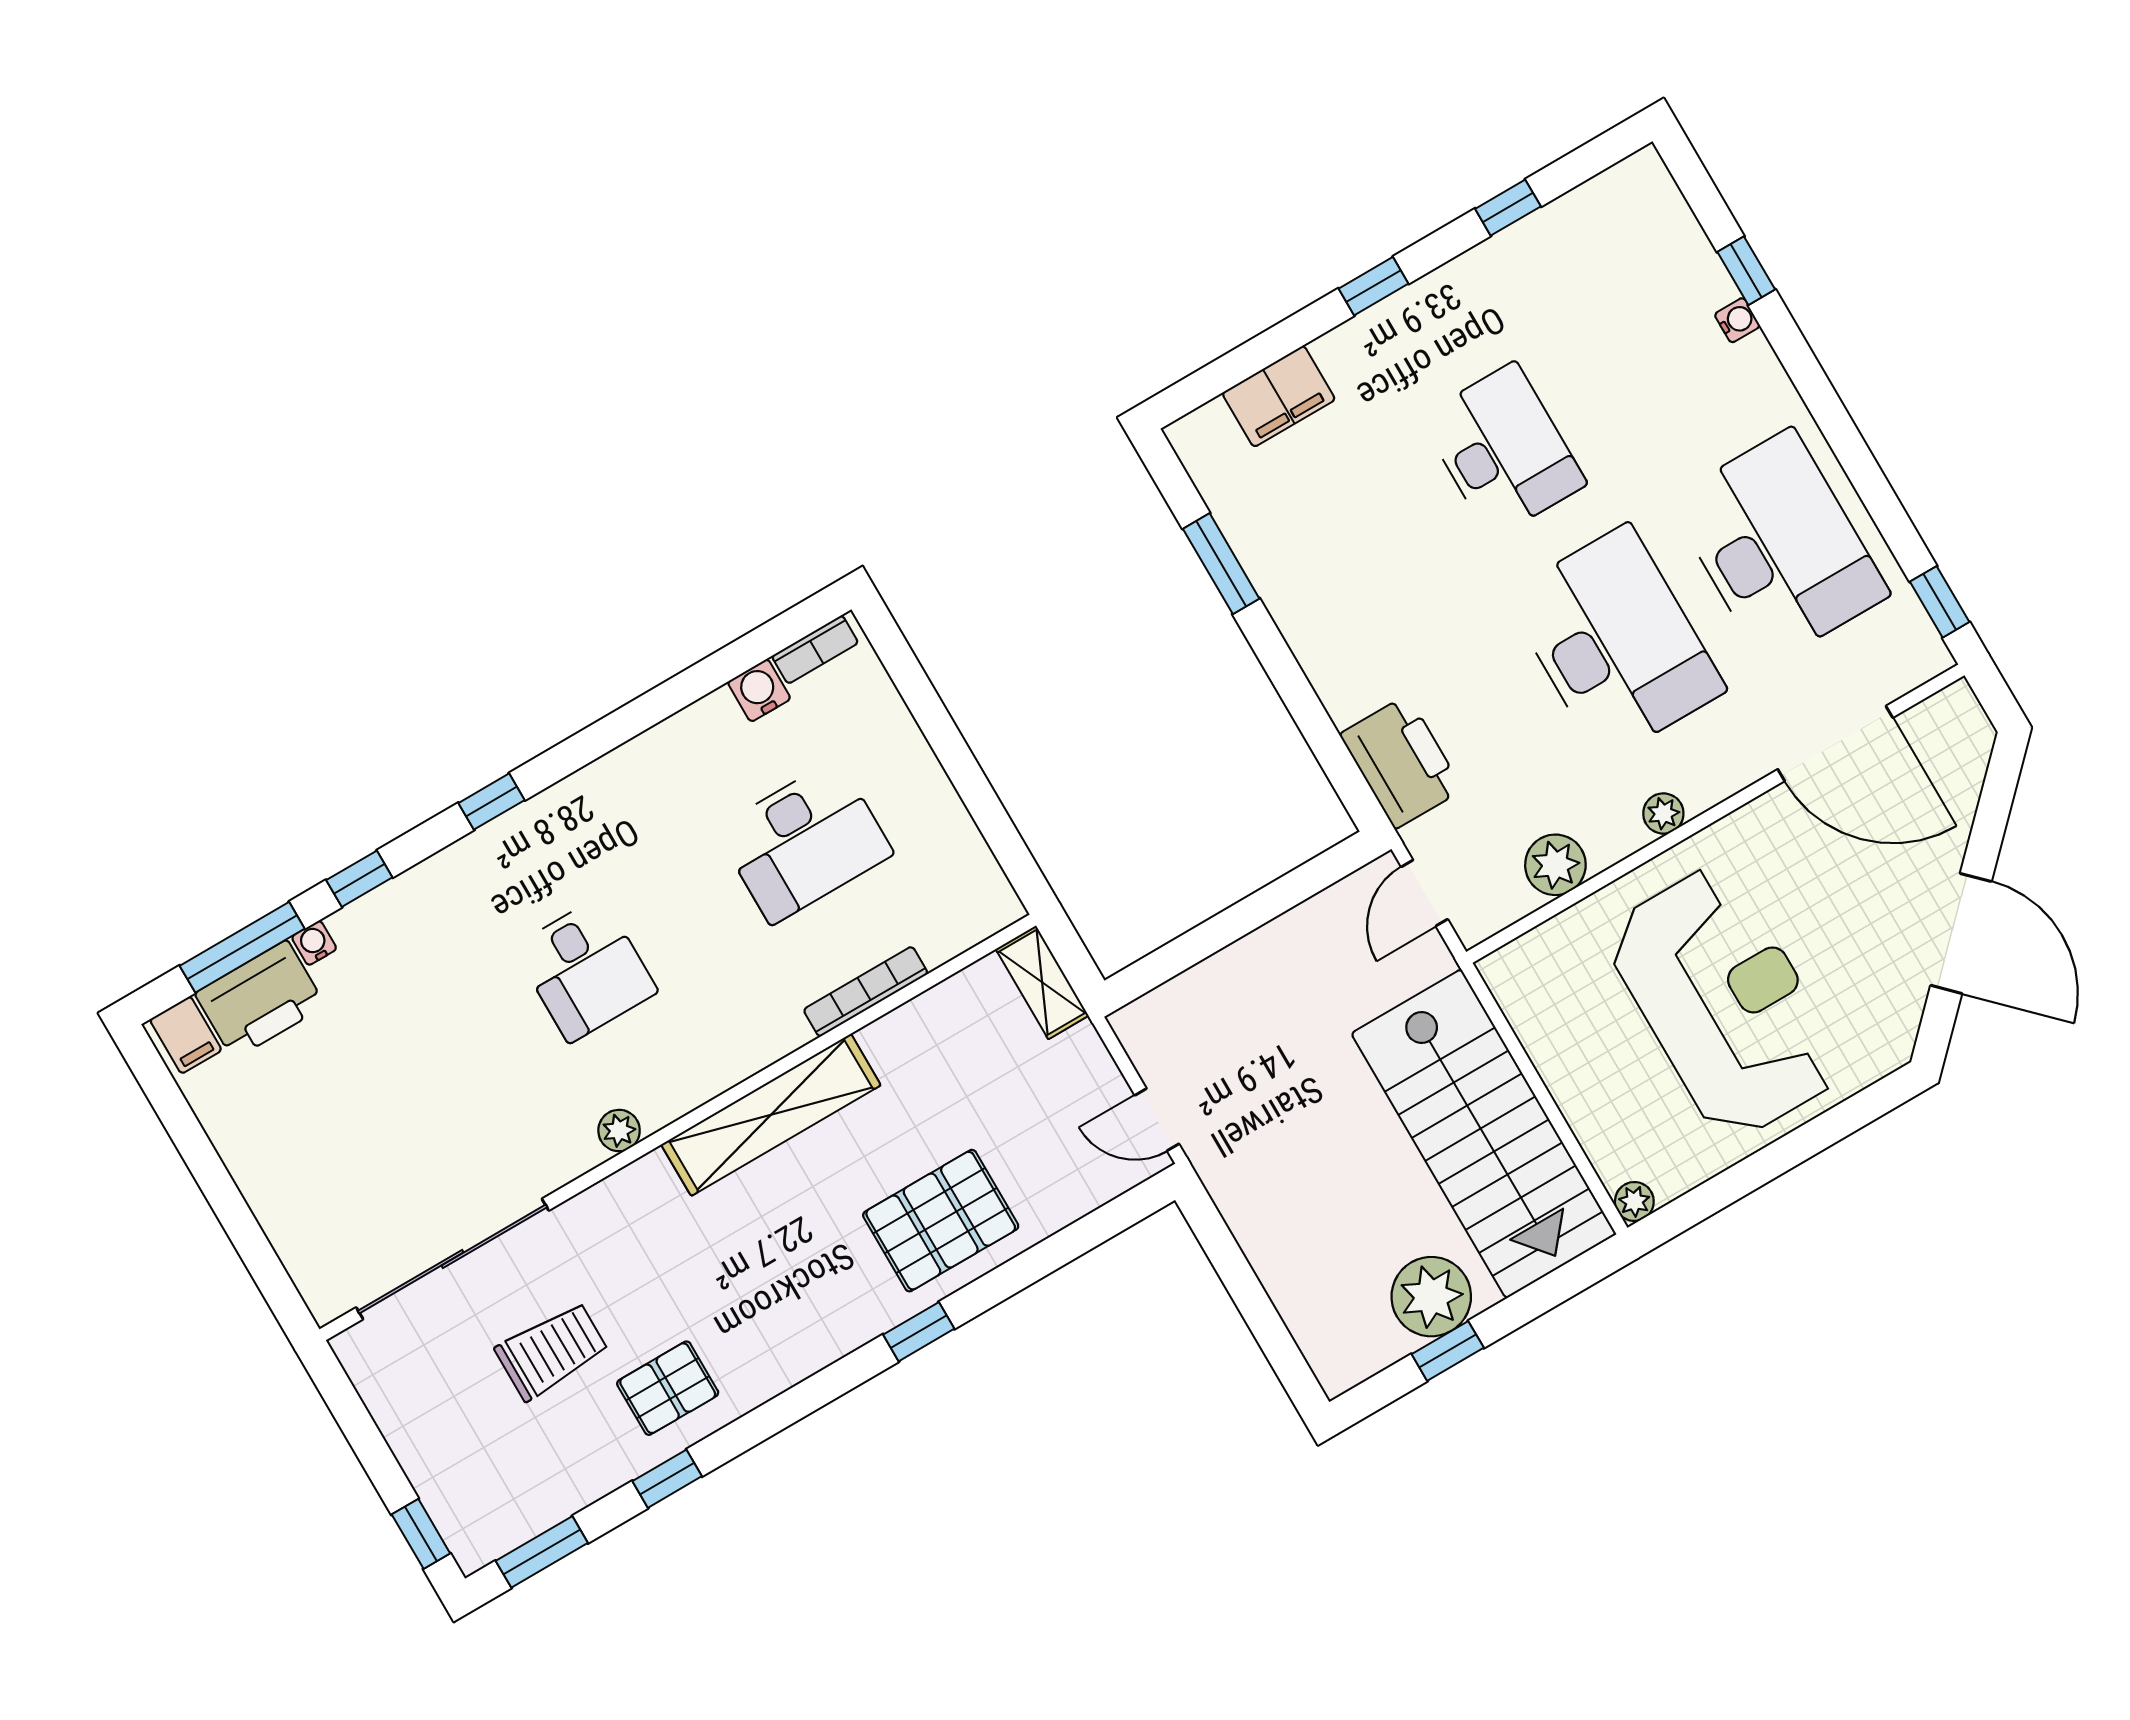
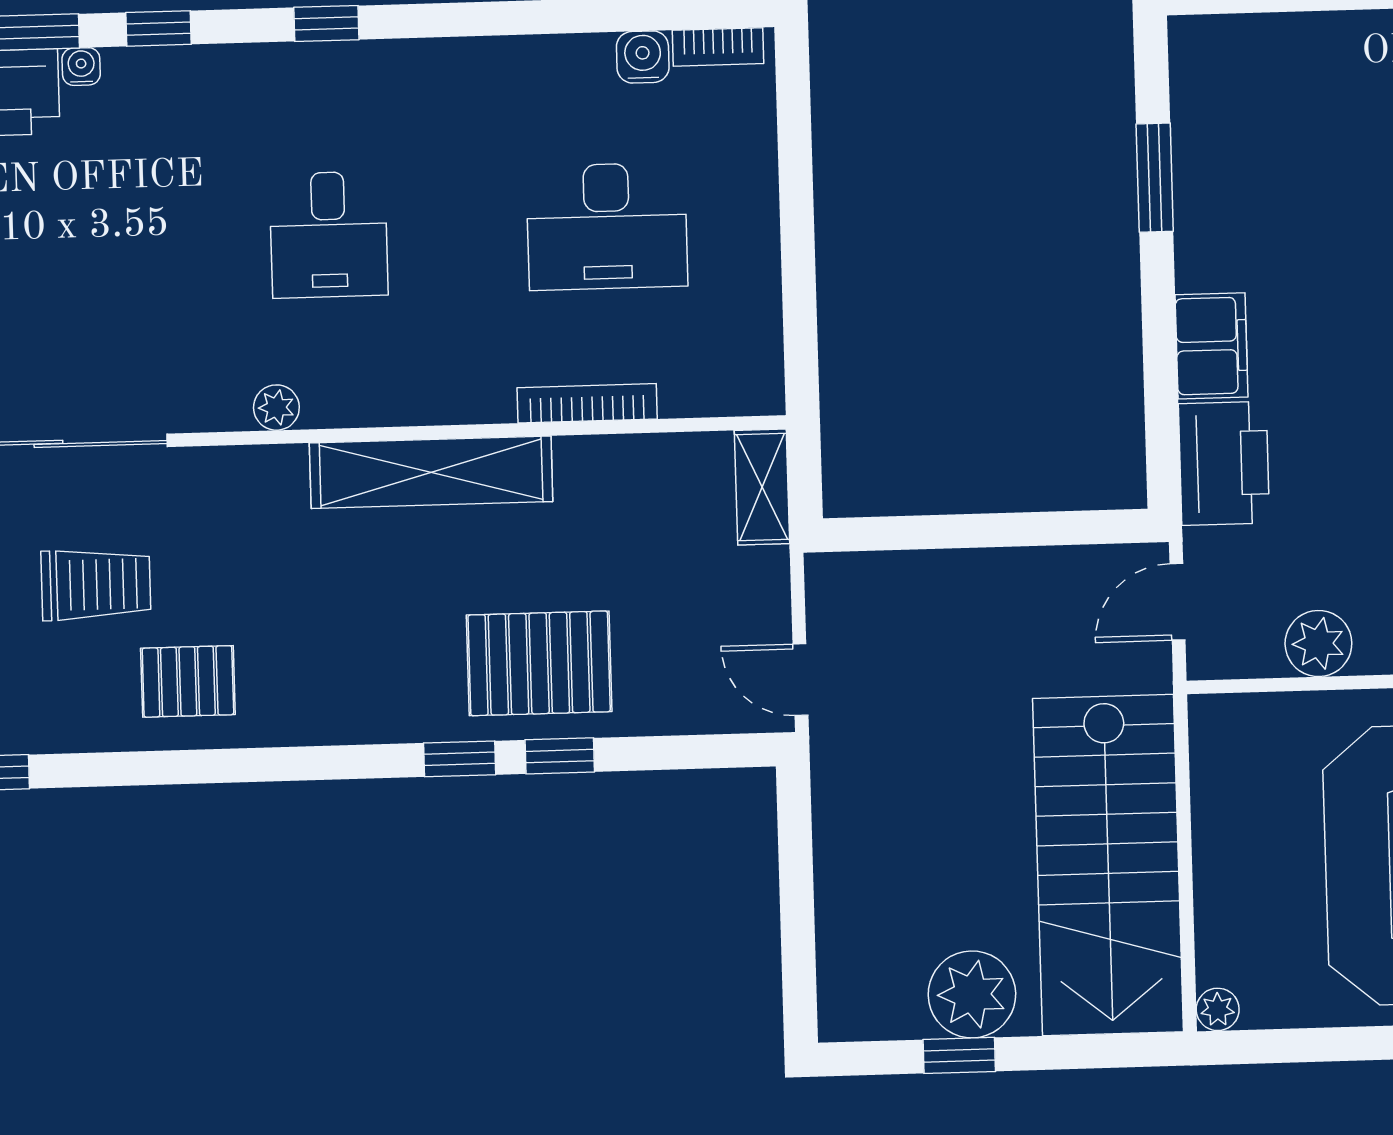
filing cabinet: (1279, 396) -> (1211, 346), moved, turned -90
window: (667, 1479) -> (560, 756), moved

